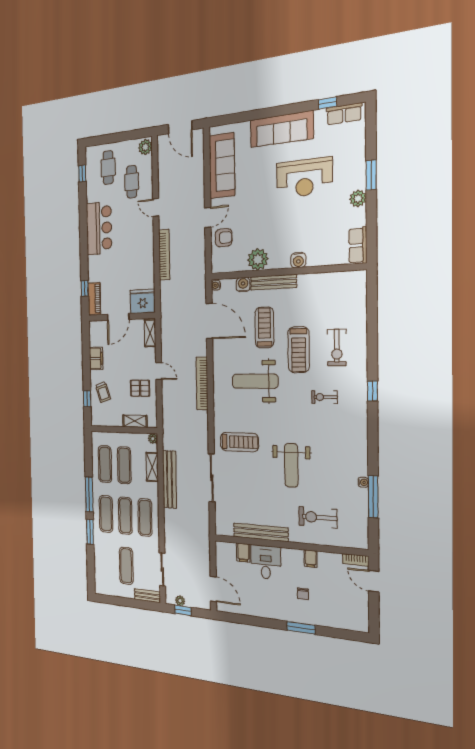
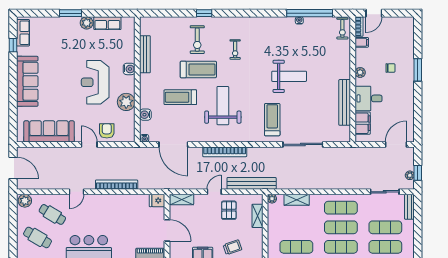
door: (180, 127) -> (13, 168), hinge flipped
cafe table: (108, 168) -> (38, 237), turned 30
reception desk: (304, 178) -> (95, 82), moved, turned 180
cafe table: (132, 182) -> (52, 214), turned 31
row of seats: (358, 245) -> (107, 23), moved
bench: (273, 282) -> (145, 54), moved
fridge: (143, 301) -> (157, 200), width x0.53, depth x0.75
door: (209, 321) -> (173, 144), swing flipped
exercise bike: (337, 348) -> (197, 40), turned 90
weight bench: (255, 381) -> (223, 106), turned 180
window: (372, 391) -> (204, 13), moved
exercise mat: (124, 465) -> (385, 247), moved
bench: (170, 479) -> (252, 183), moved
window: (373, 497) -> (310, 13), width x1.46
exercise bike: (318, 517) -> (342, 28), moved, width x0.73, depth x0.72
filing cabinet: (243, 553) -> (363, 123), width x2.00
plant: (297, 555) -> (360, 72), added
filing cabinet: (311, 559) -> (362, 42), moved

